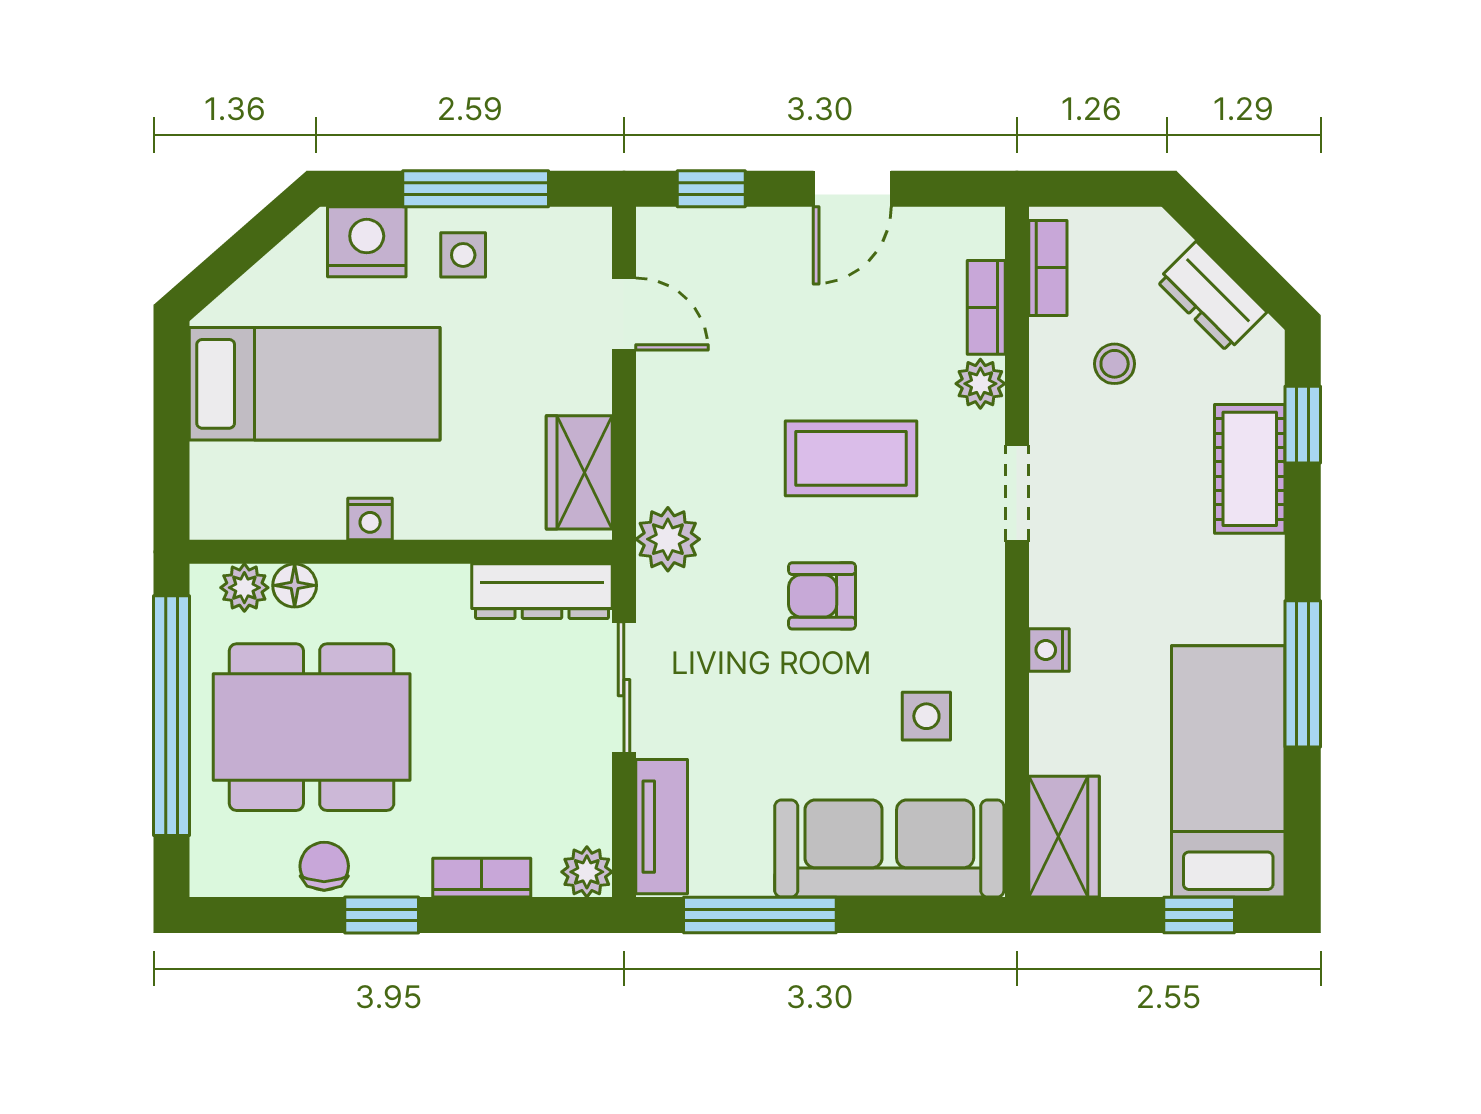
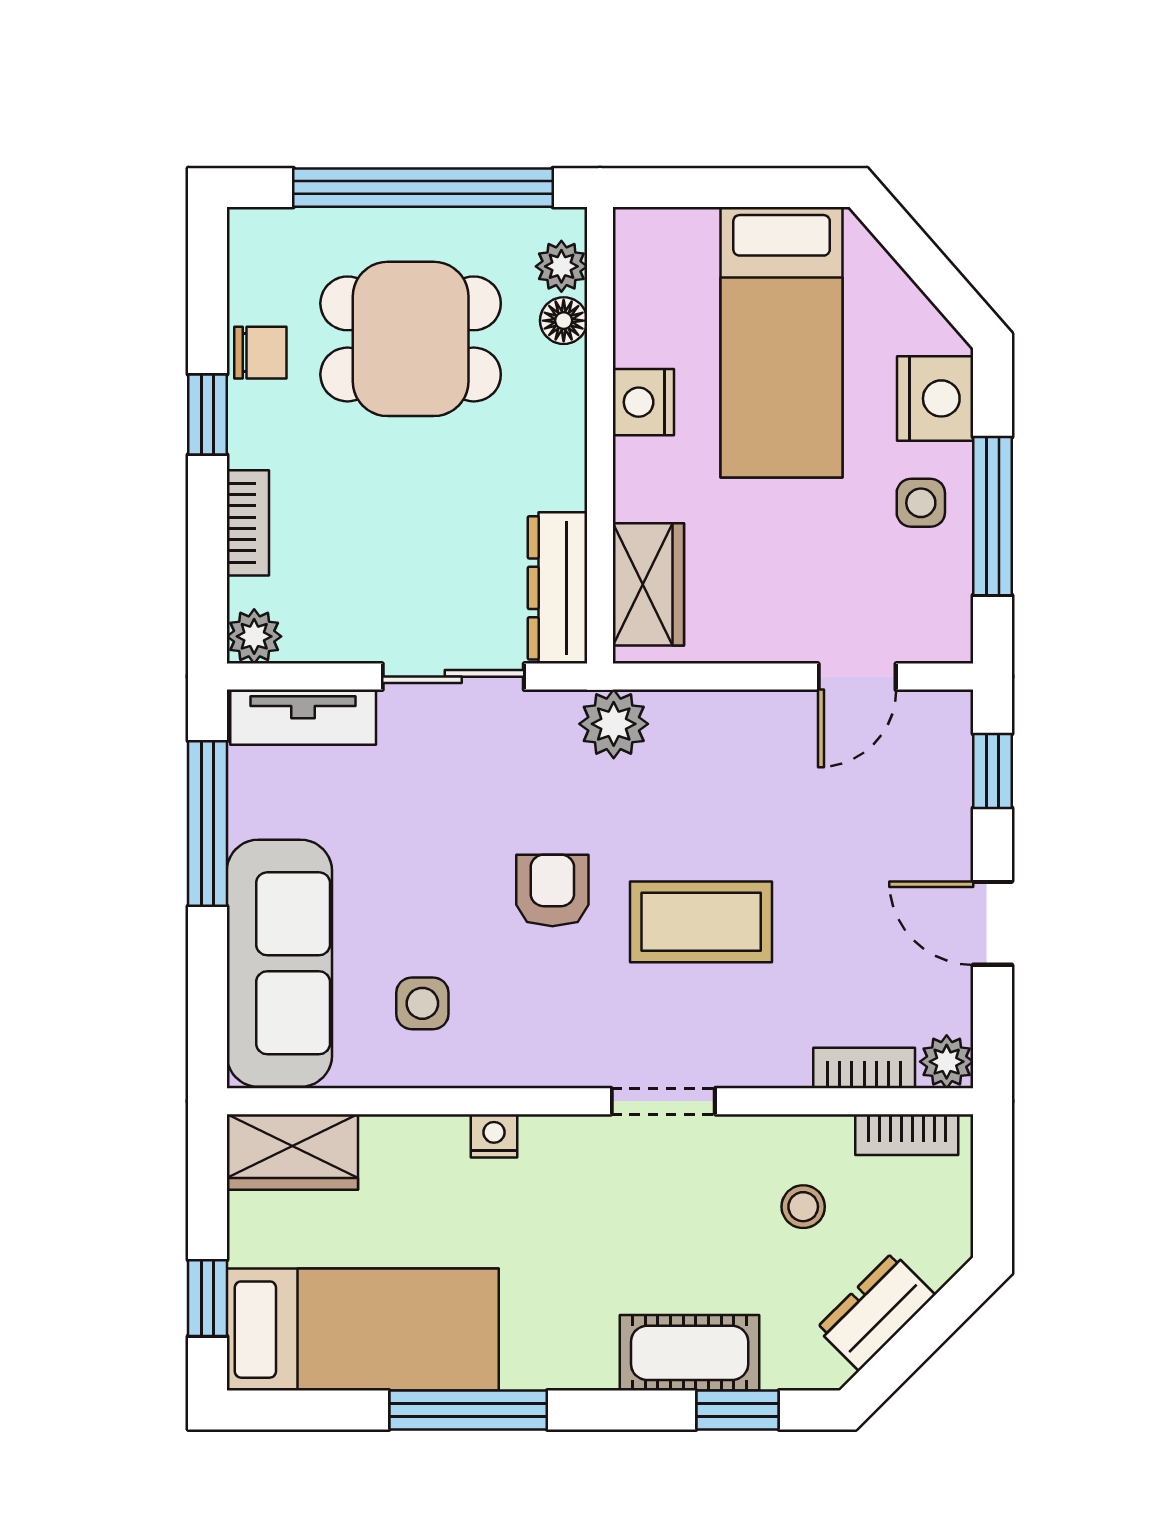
plant: (980, 384) -> (947, 1062), moved
coffee table: (851, 458) -> (701, 922), turned 90
wardrobe: (579, 472) -> (648, 584), moved, turned 90
nightstand: (370, 519) -> (643, 402), width x1.39, depth x1.35
dining table: (312, 727) -> (411, 339), width x0.73

